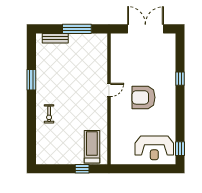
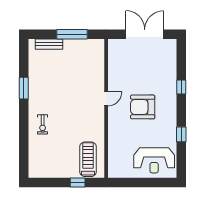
window: (180, 149) -> (181, 134), moved

